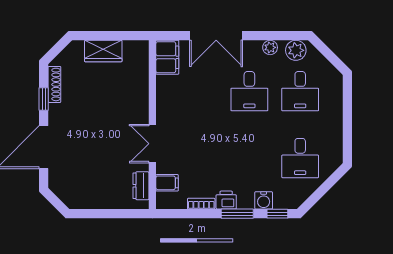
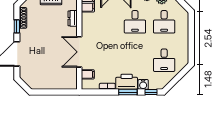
double door: (152, 144) -> (79, 52), width x1.37
dresser: (141, 186) -> (73, 18), moved
printer: (226, 200) -> (127, 82), width x1.87, depth x1.48

